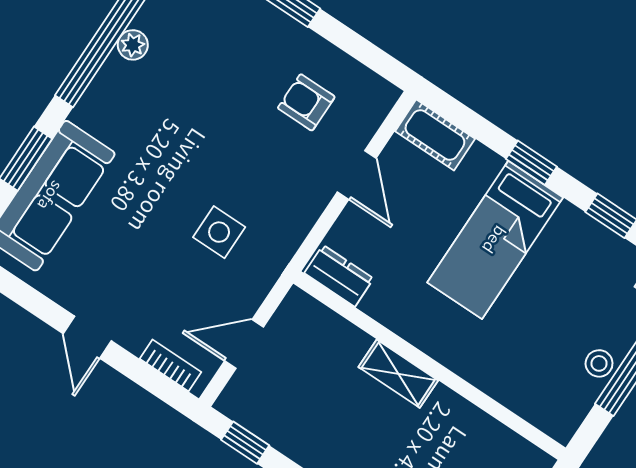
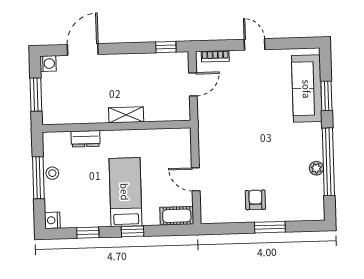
armchair: (306, 102) -> (255, 200), moved, turned -90
side table: (219, 232) -> (233, 120), removed
dresser: (339, 276) -> (86, 139), moved

